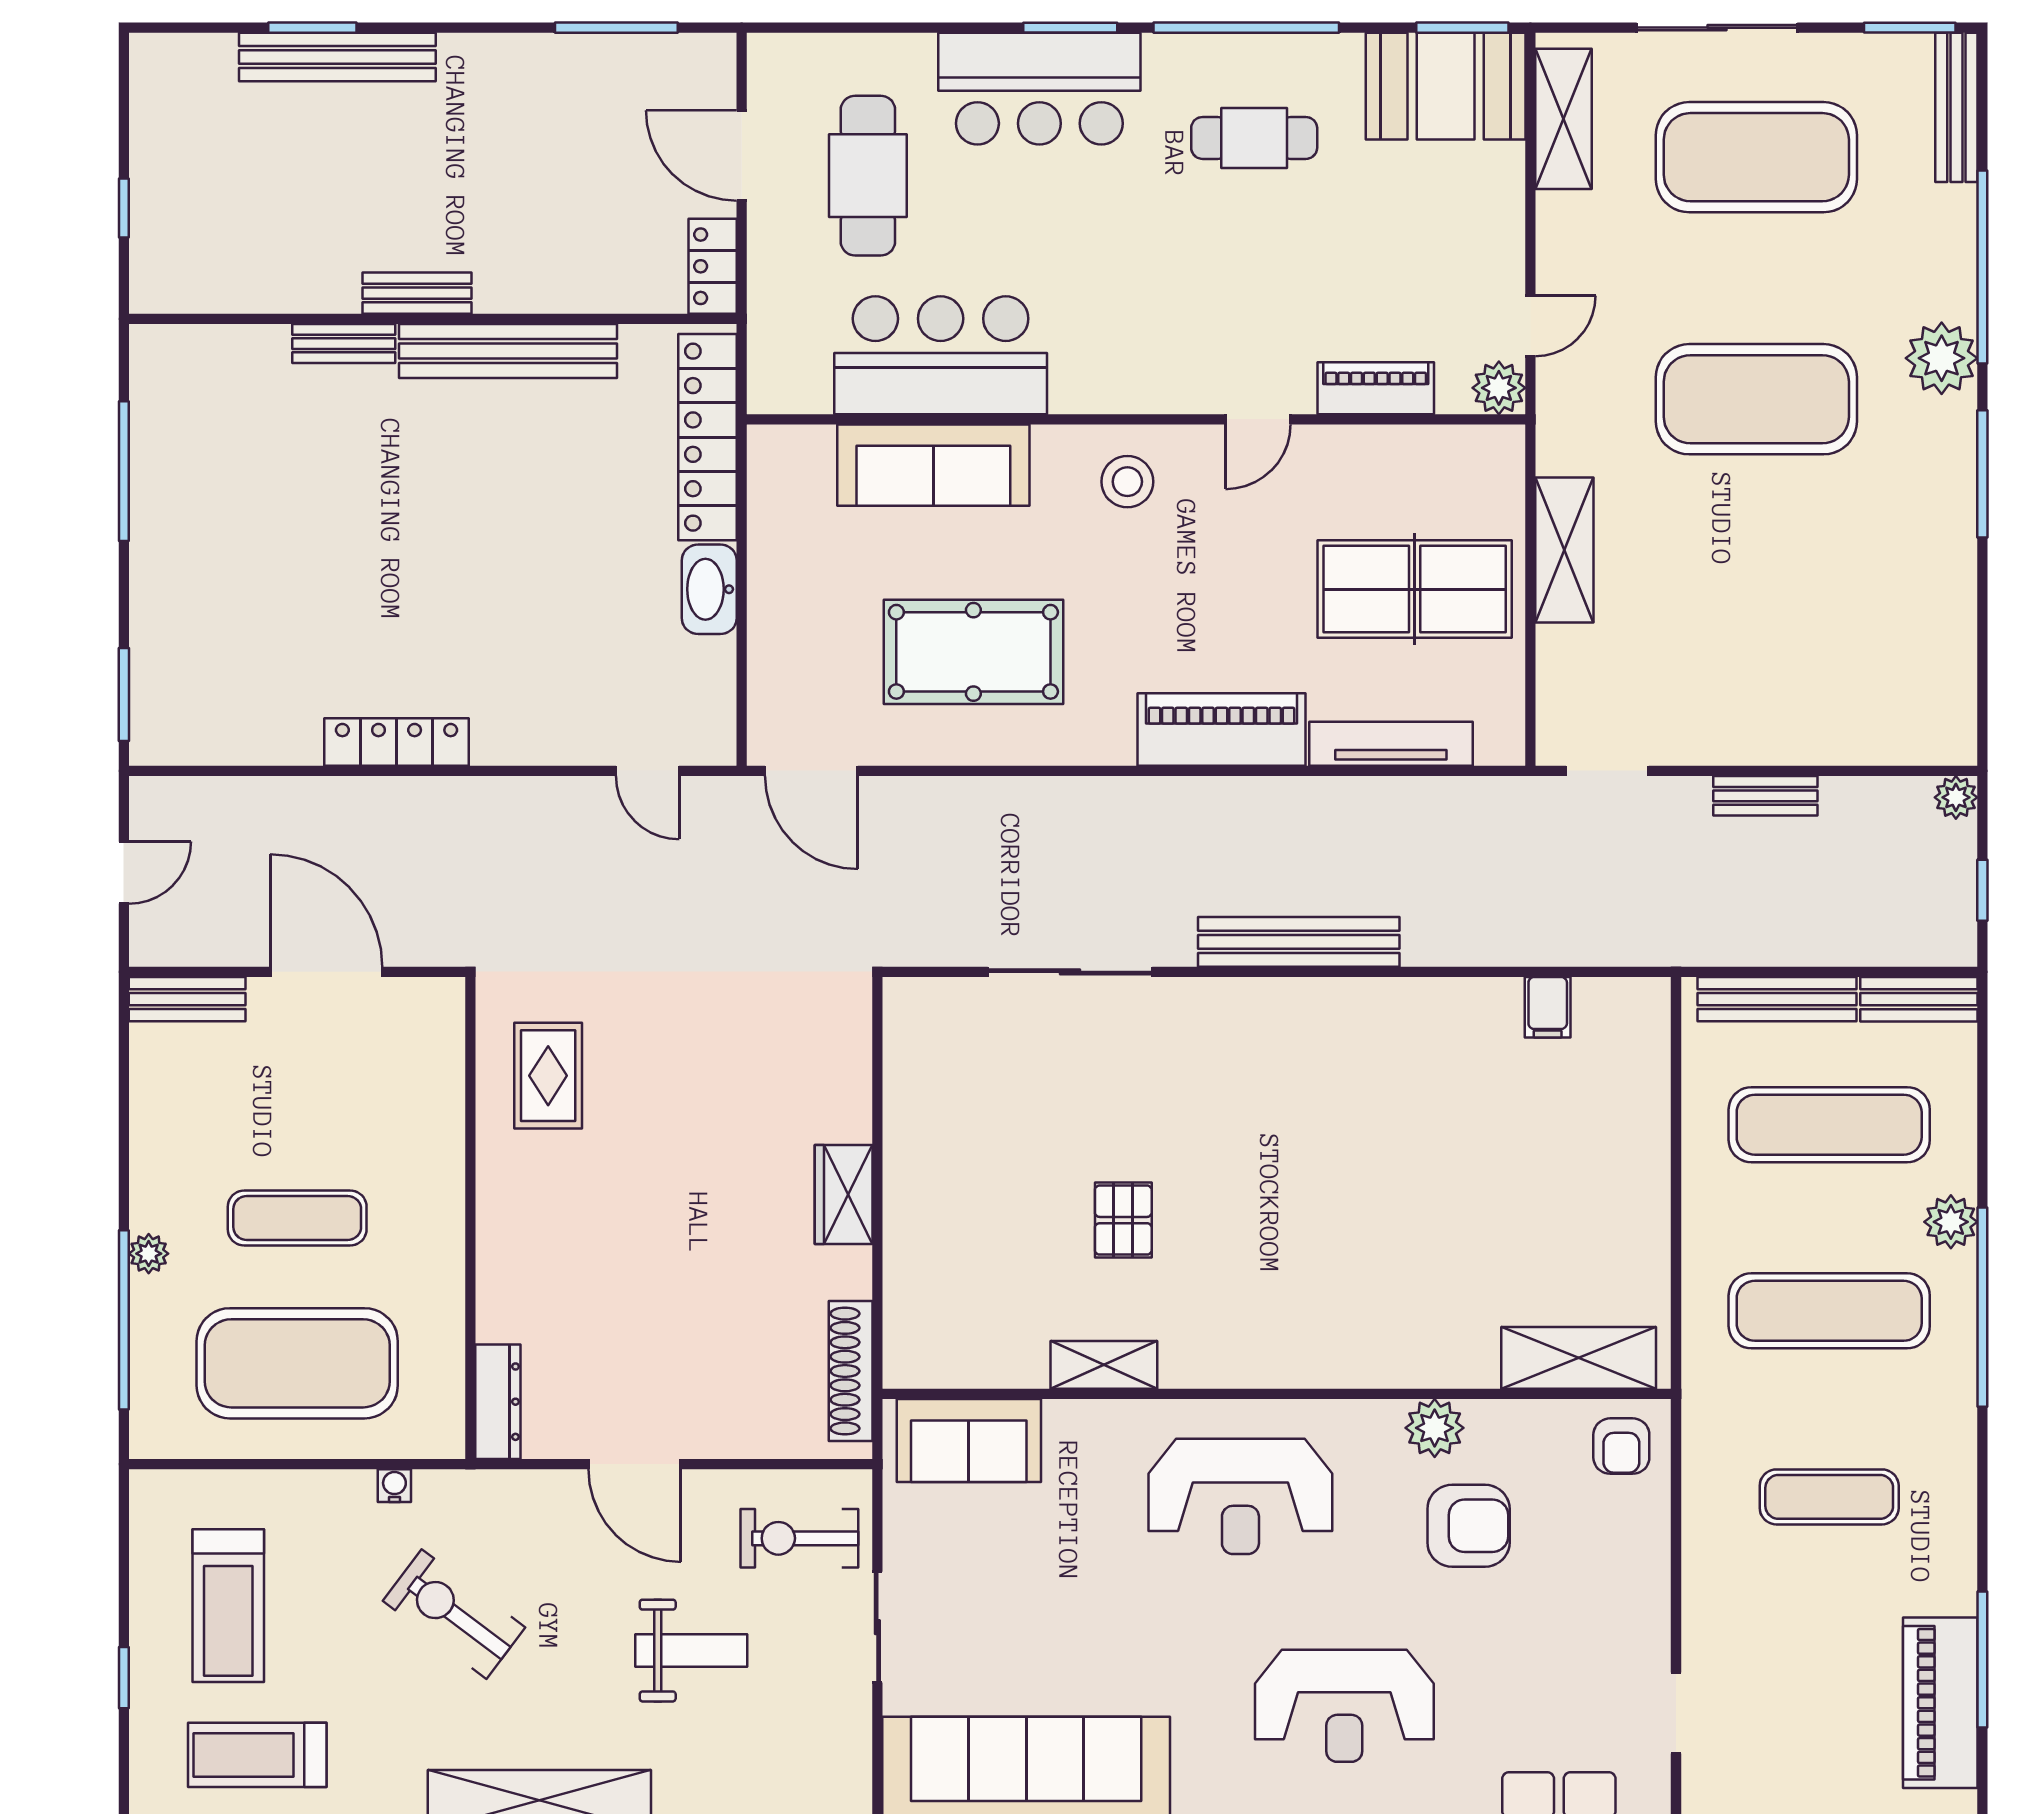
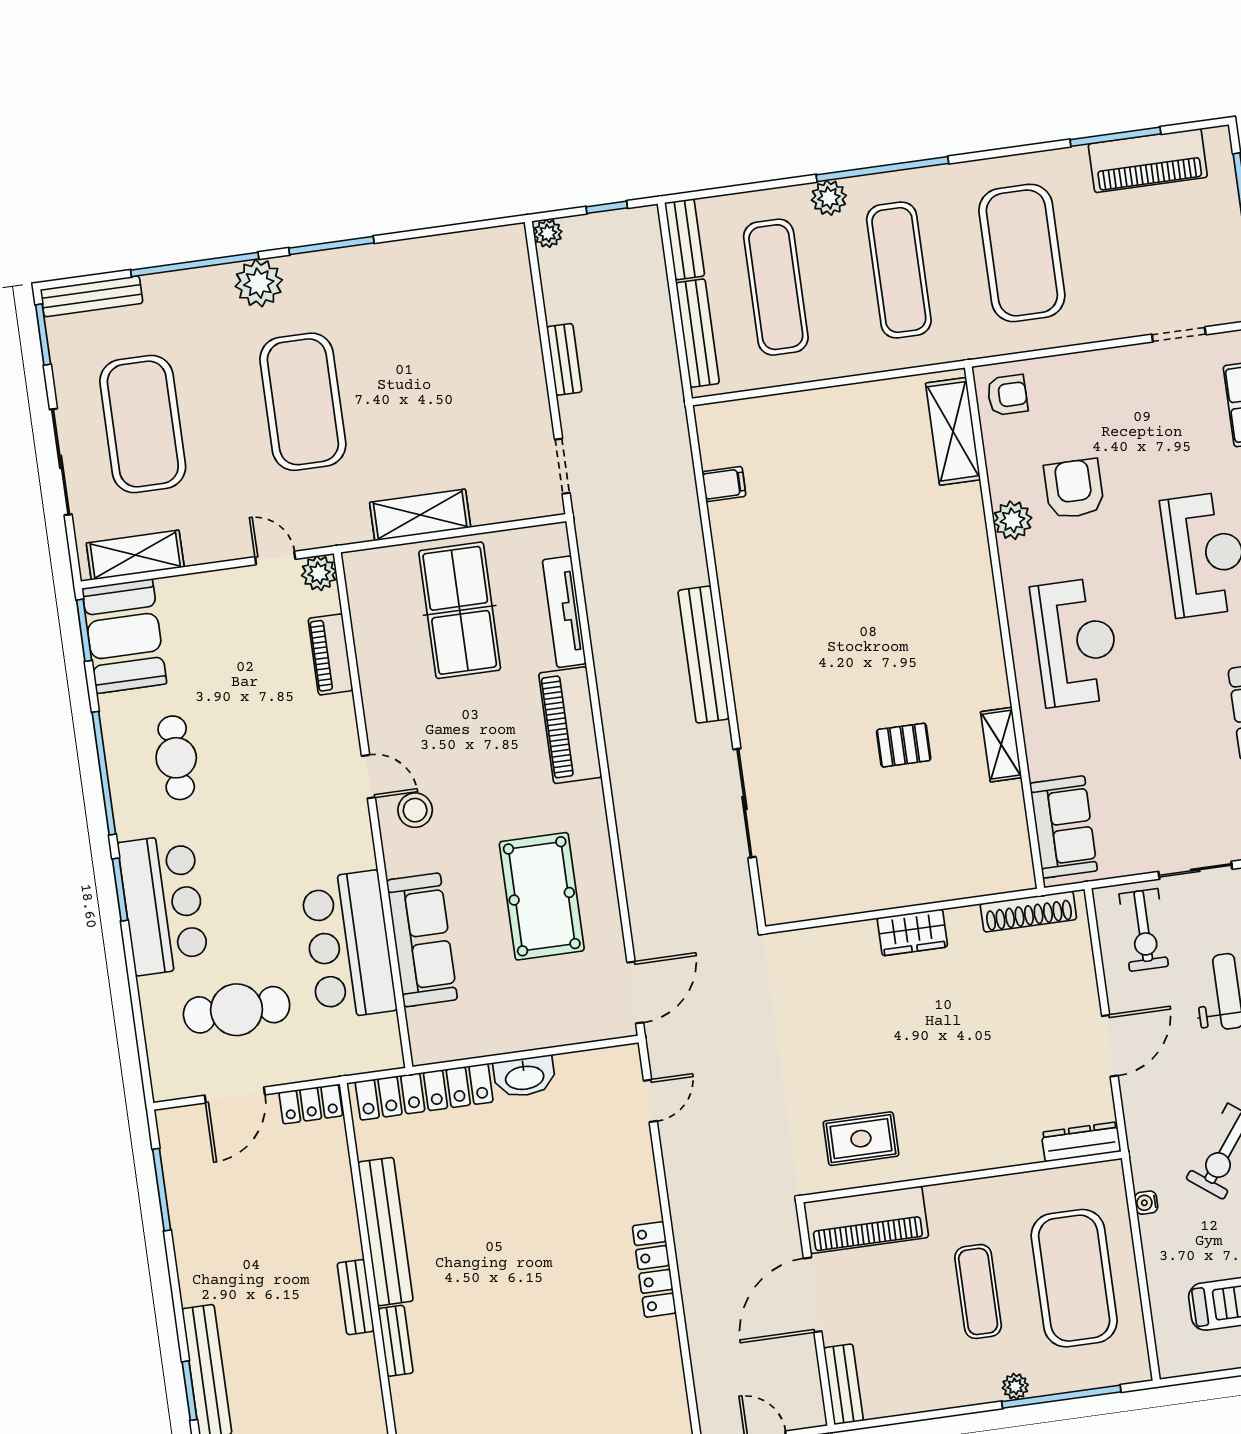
door: (1258, 419) -> (368, 777), moved
piano: (427, 1066) -> (866, 1220), added
exercise mat: (1829, 1497) -> (1022, 253), width x2.00, depth x1.45

